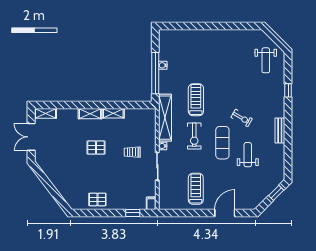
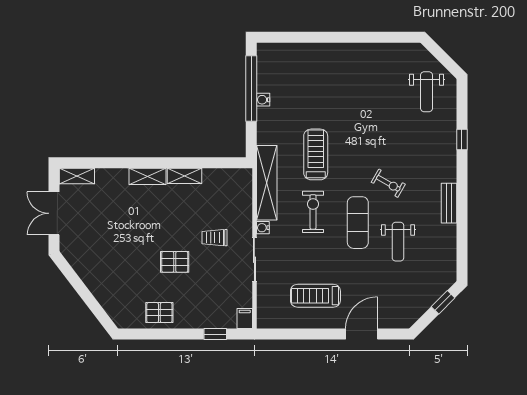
window: (155, 73) -> (251, 88), moved
exercise bike: (194, 136) -> (313, 212), turned 180
pallet: (96, 148) -> (175, 262), moved
weight bench: (248, 155) -> (398, 242), turned 180
treadmill: (196, 189) -> (315, 296), turned -90

